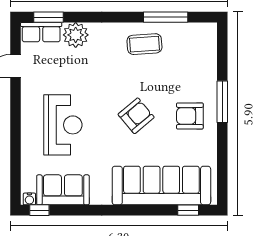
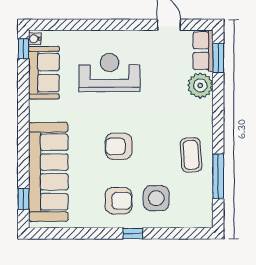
side table: (187, 79) -> (156, 198), added
window: (222, 102) -> (133, 233), width x0.46
armchair: (136, 116) -> (119, 146), turned 130
armchair: (190, 116) -> (118, 201), turned 90
reception desk: (63, 125) -> (109, 73), turned 180

